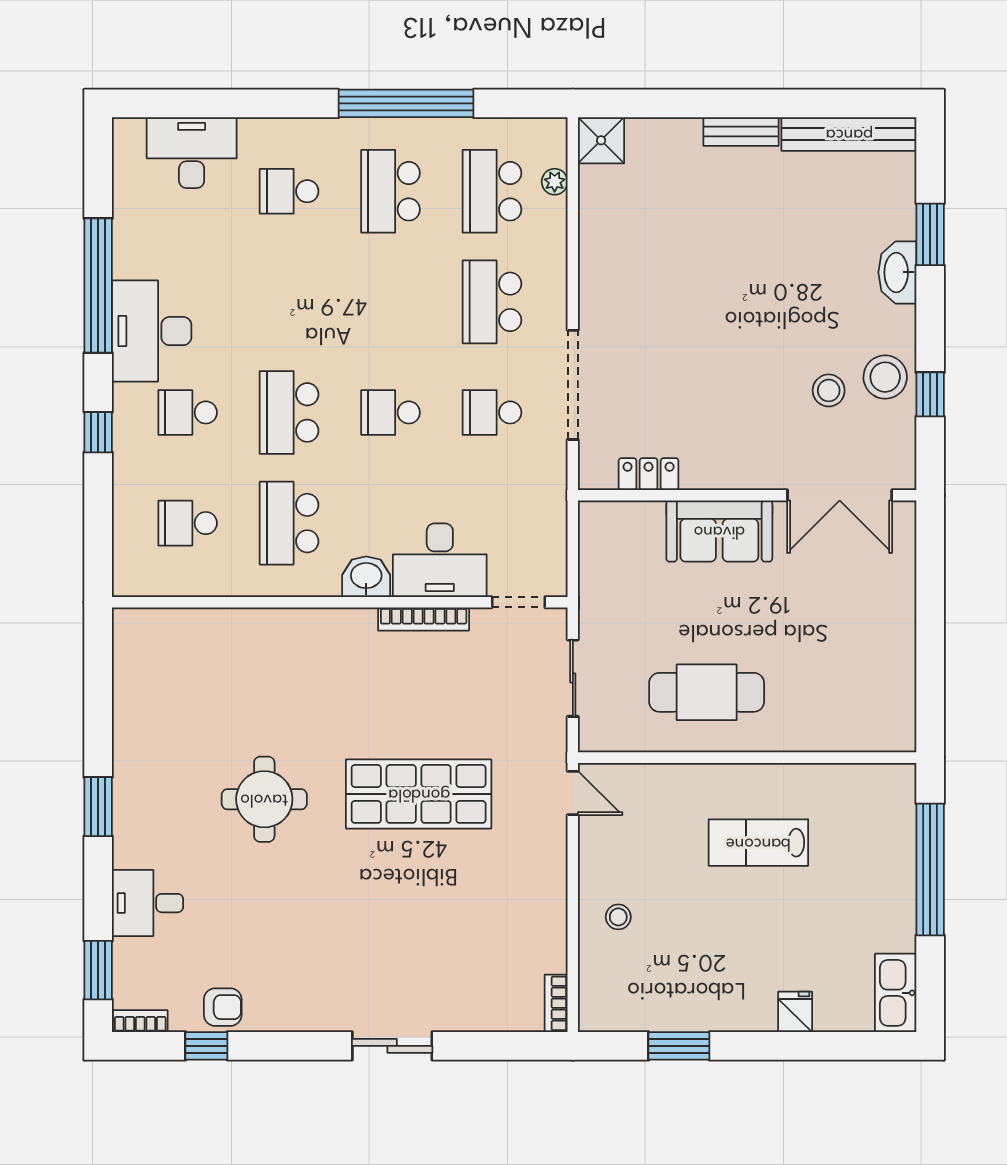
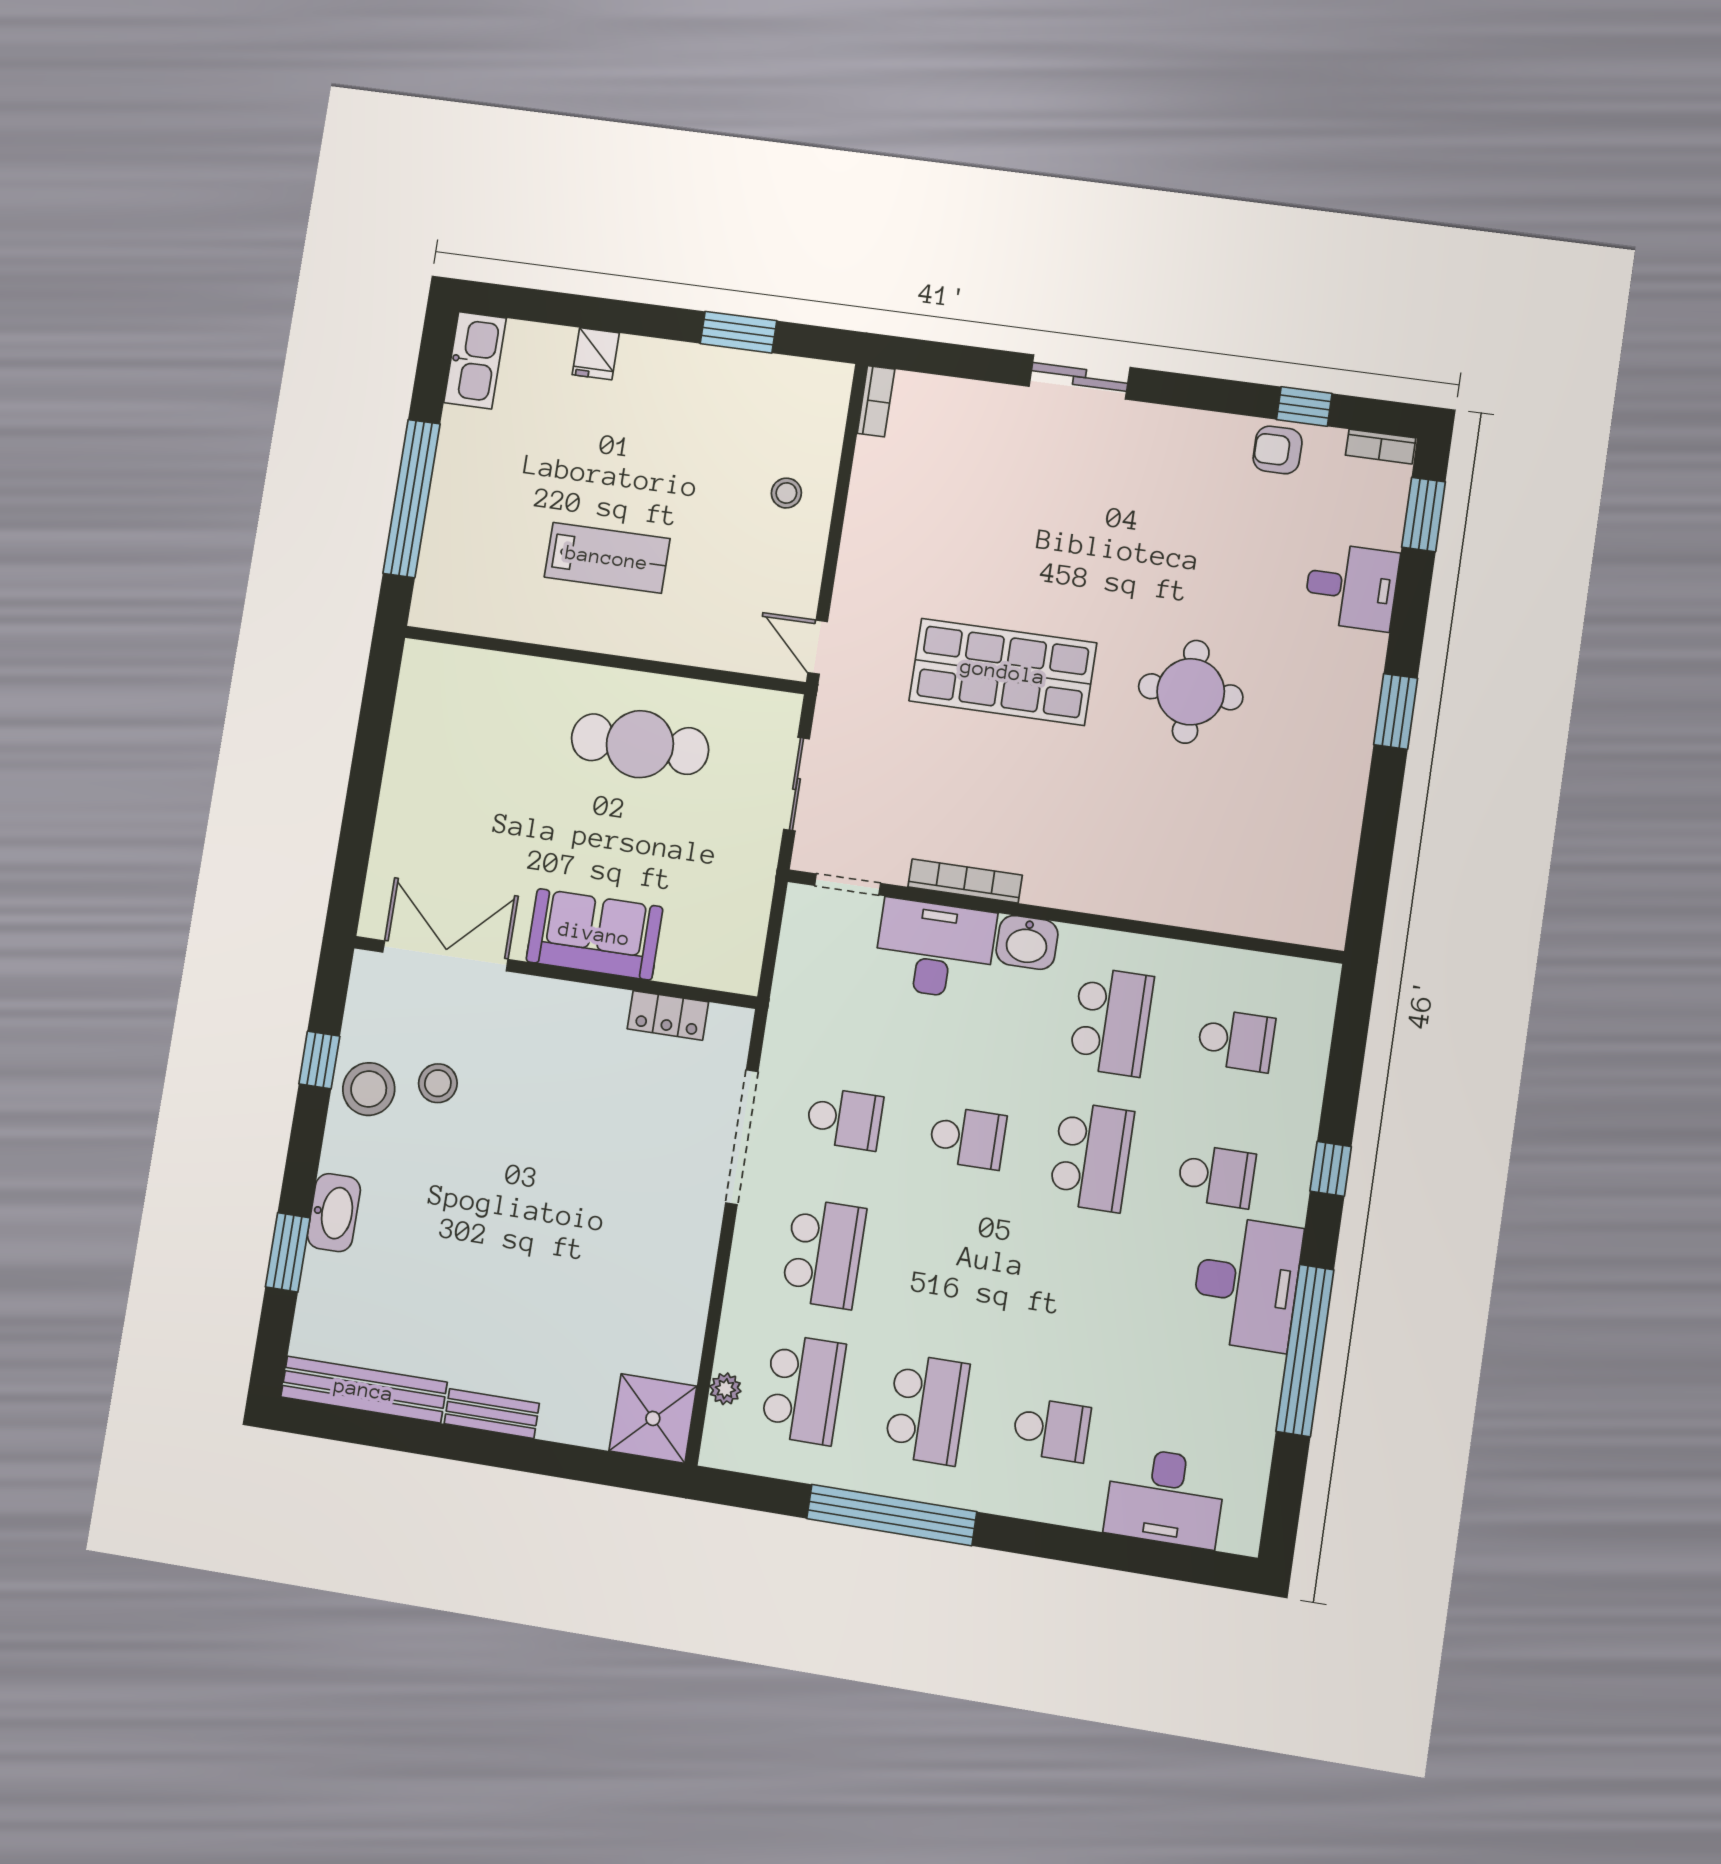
shower: (601, 140) -> (653, 1418), width x1.36, depth x1.36

